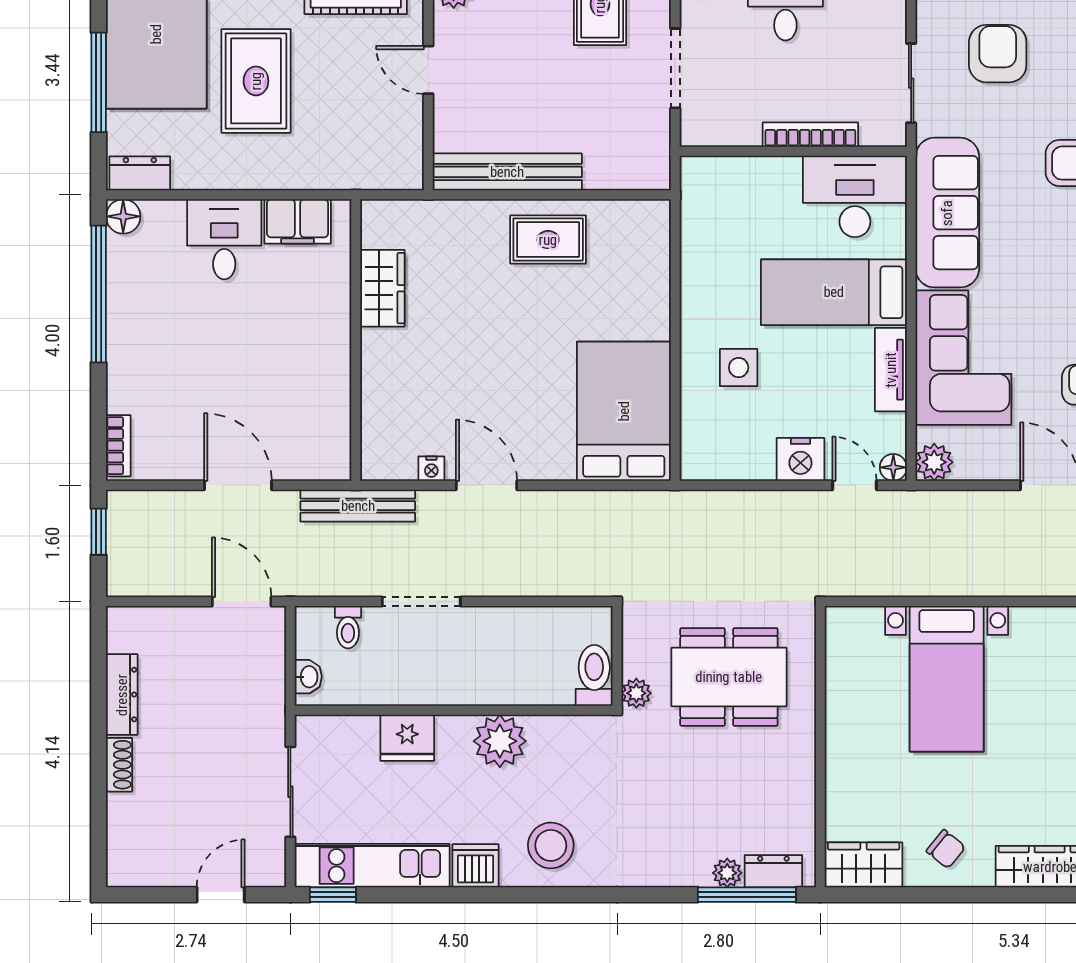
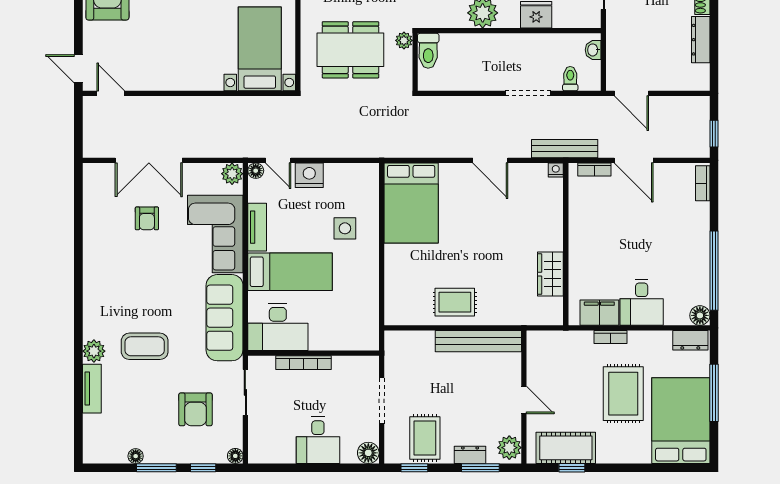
bookcase: (278, 179) -> (610, 337), added
bookcase: (306, 469) -> (594, 170), added
nightstand: (431, 469) -> (556, 170), moved
bed with nightstands: (947, 679) -> (260, 49), moved

